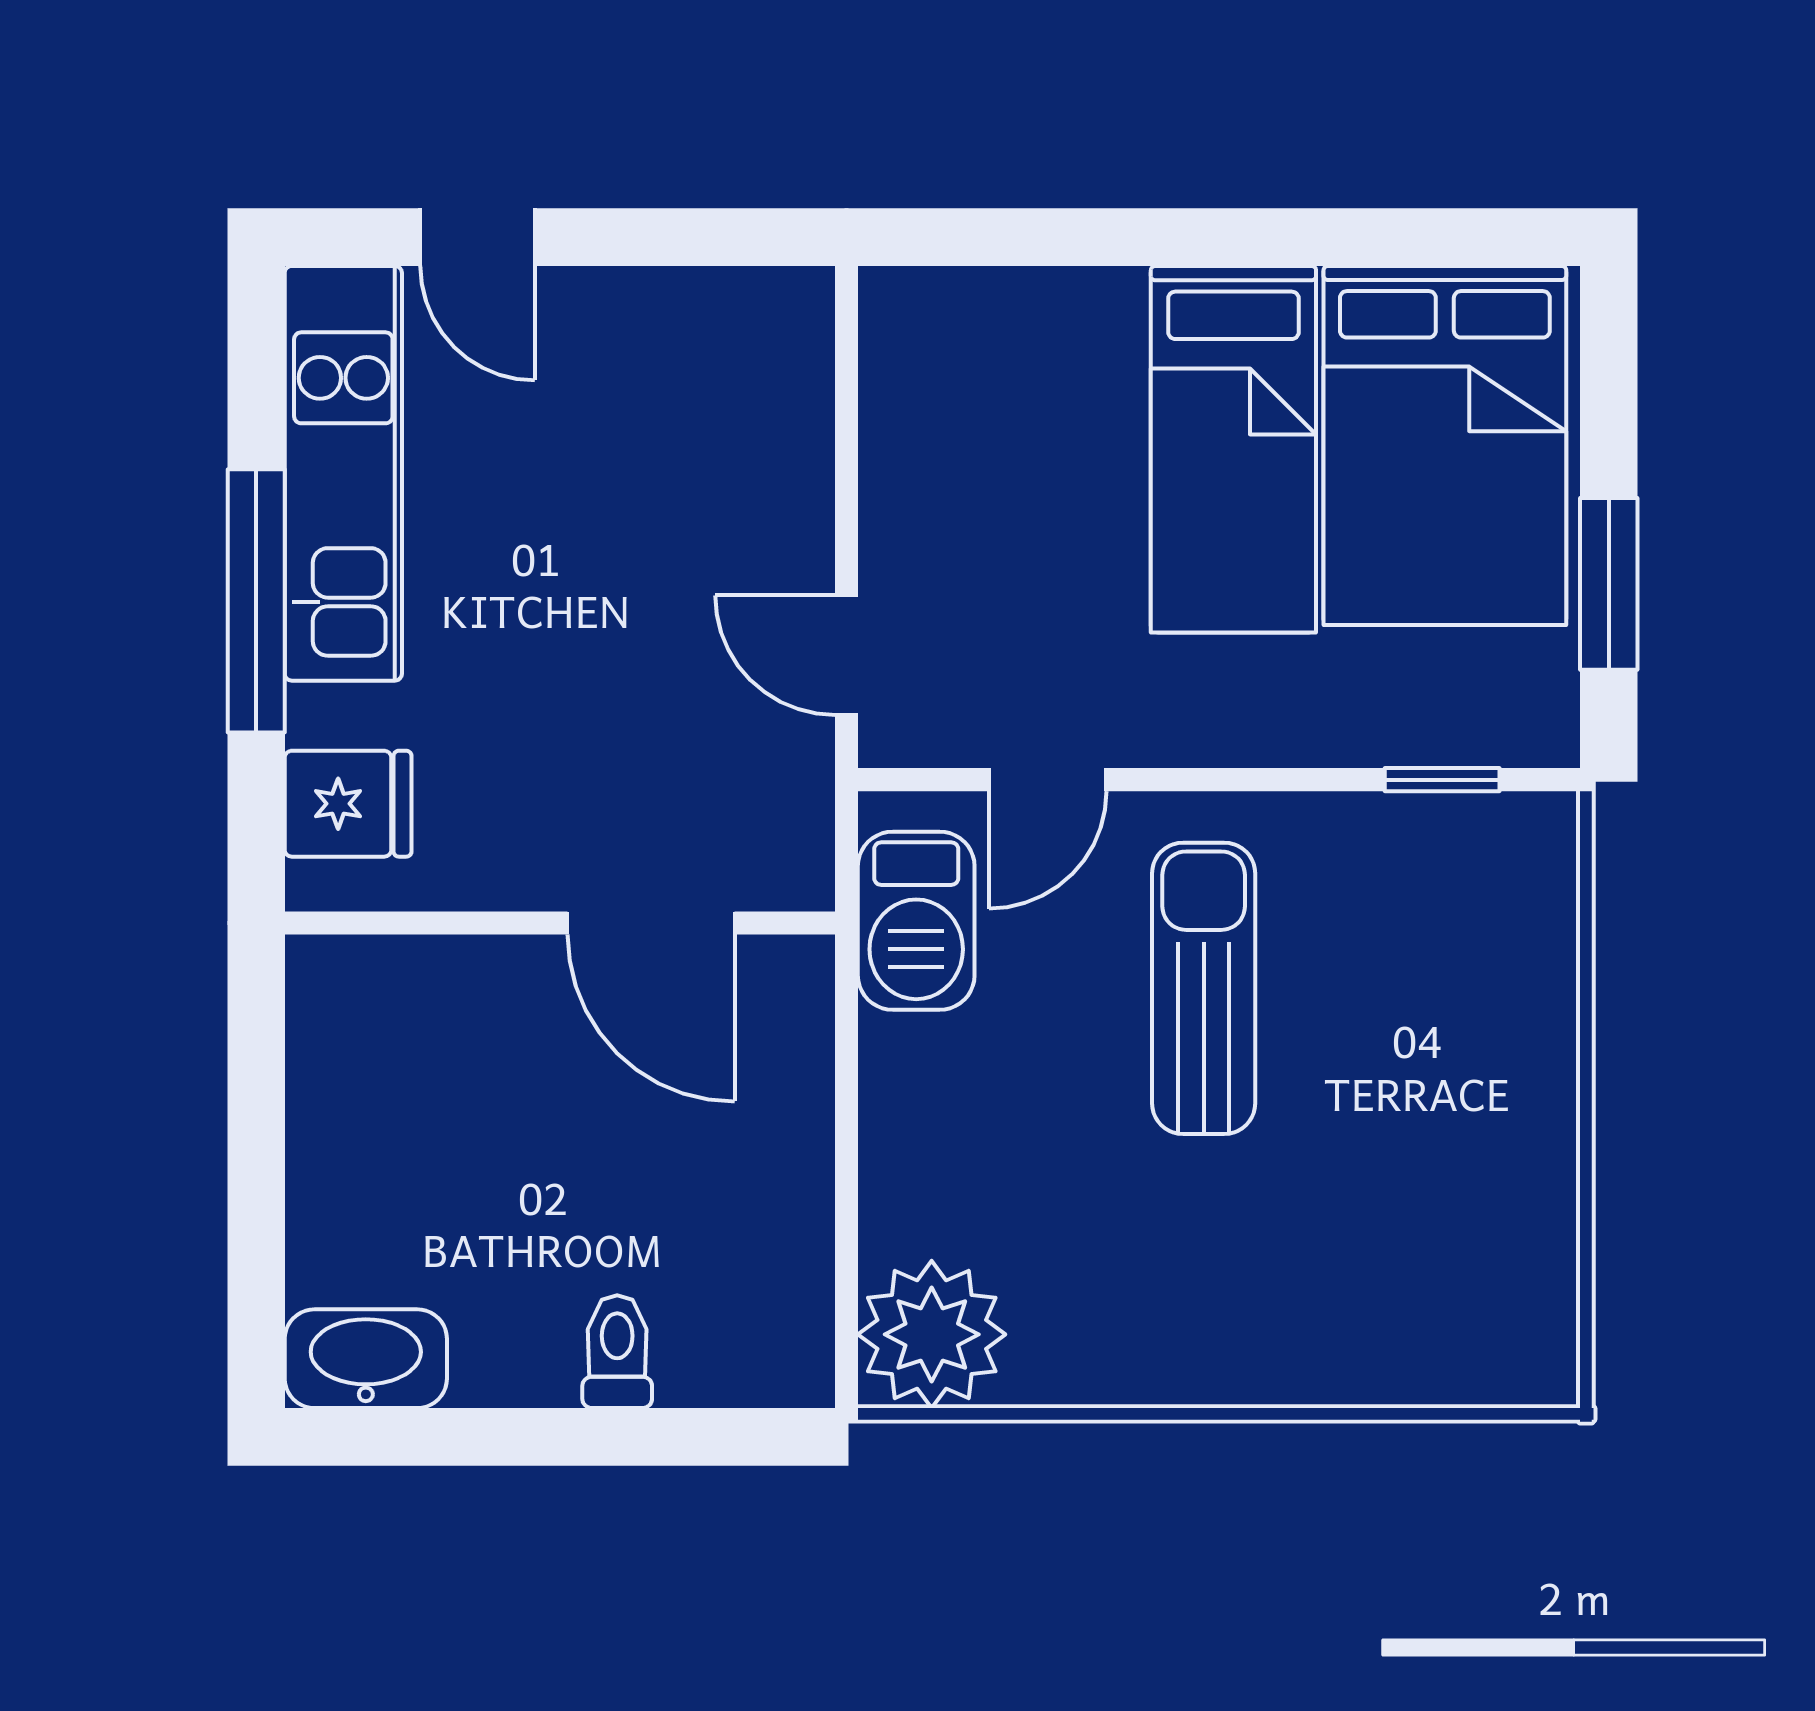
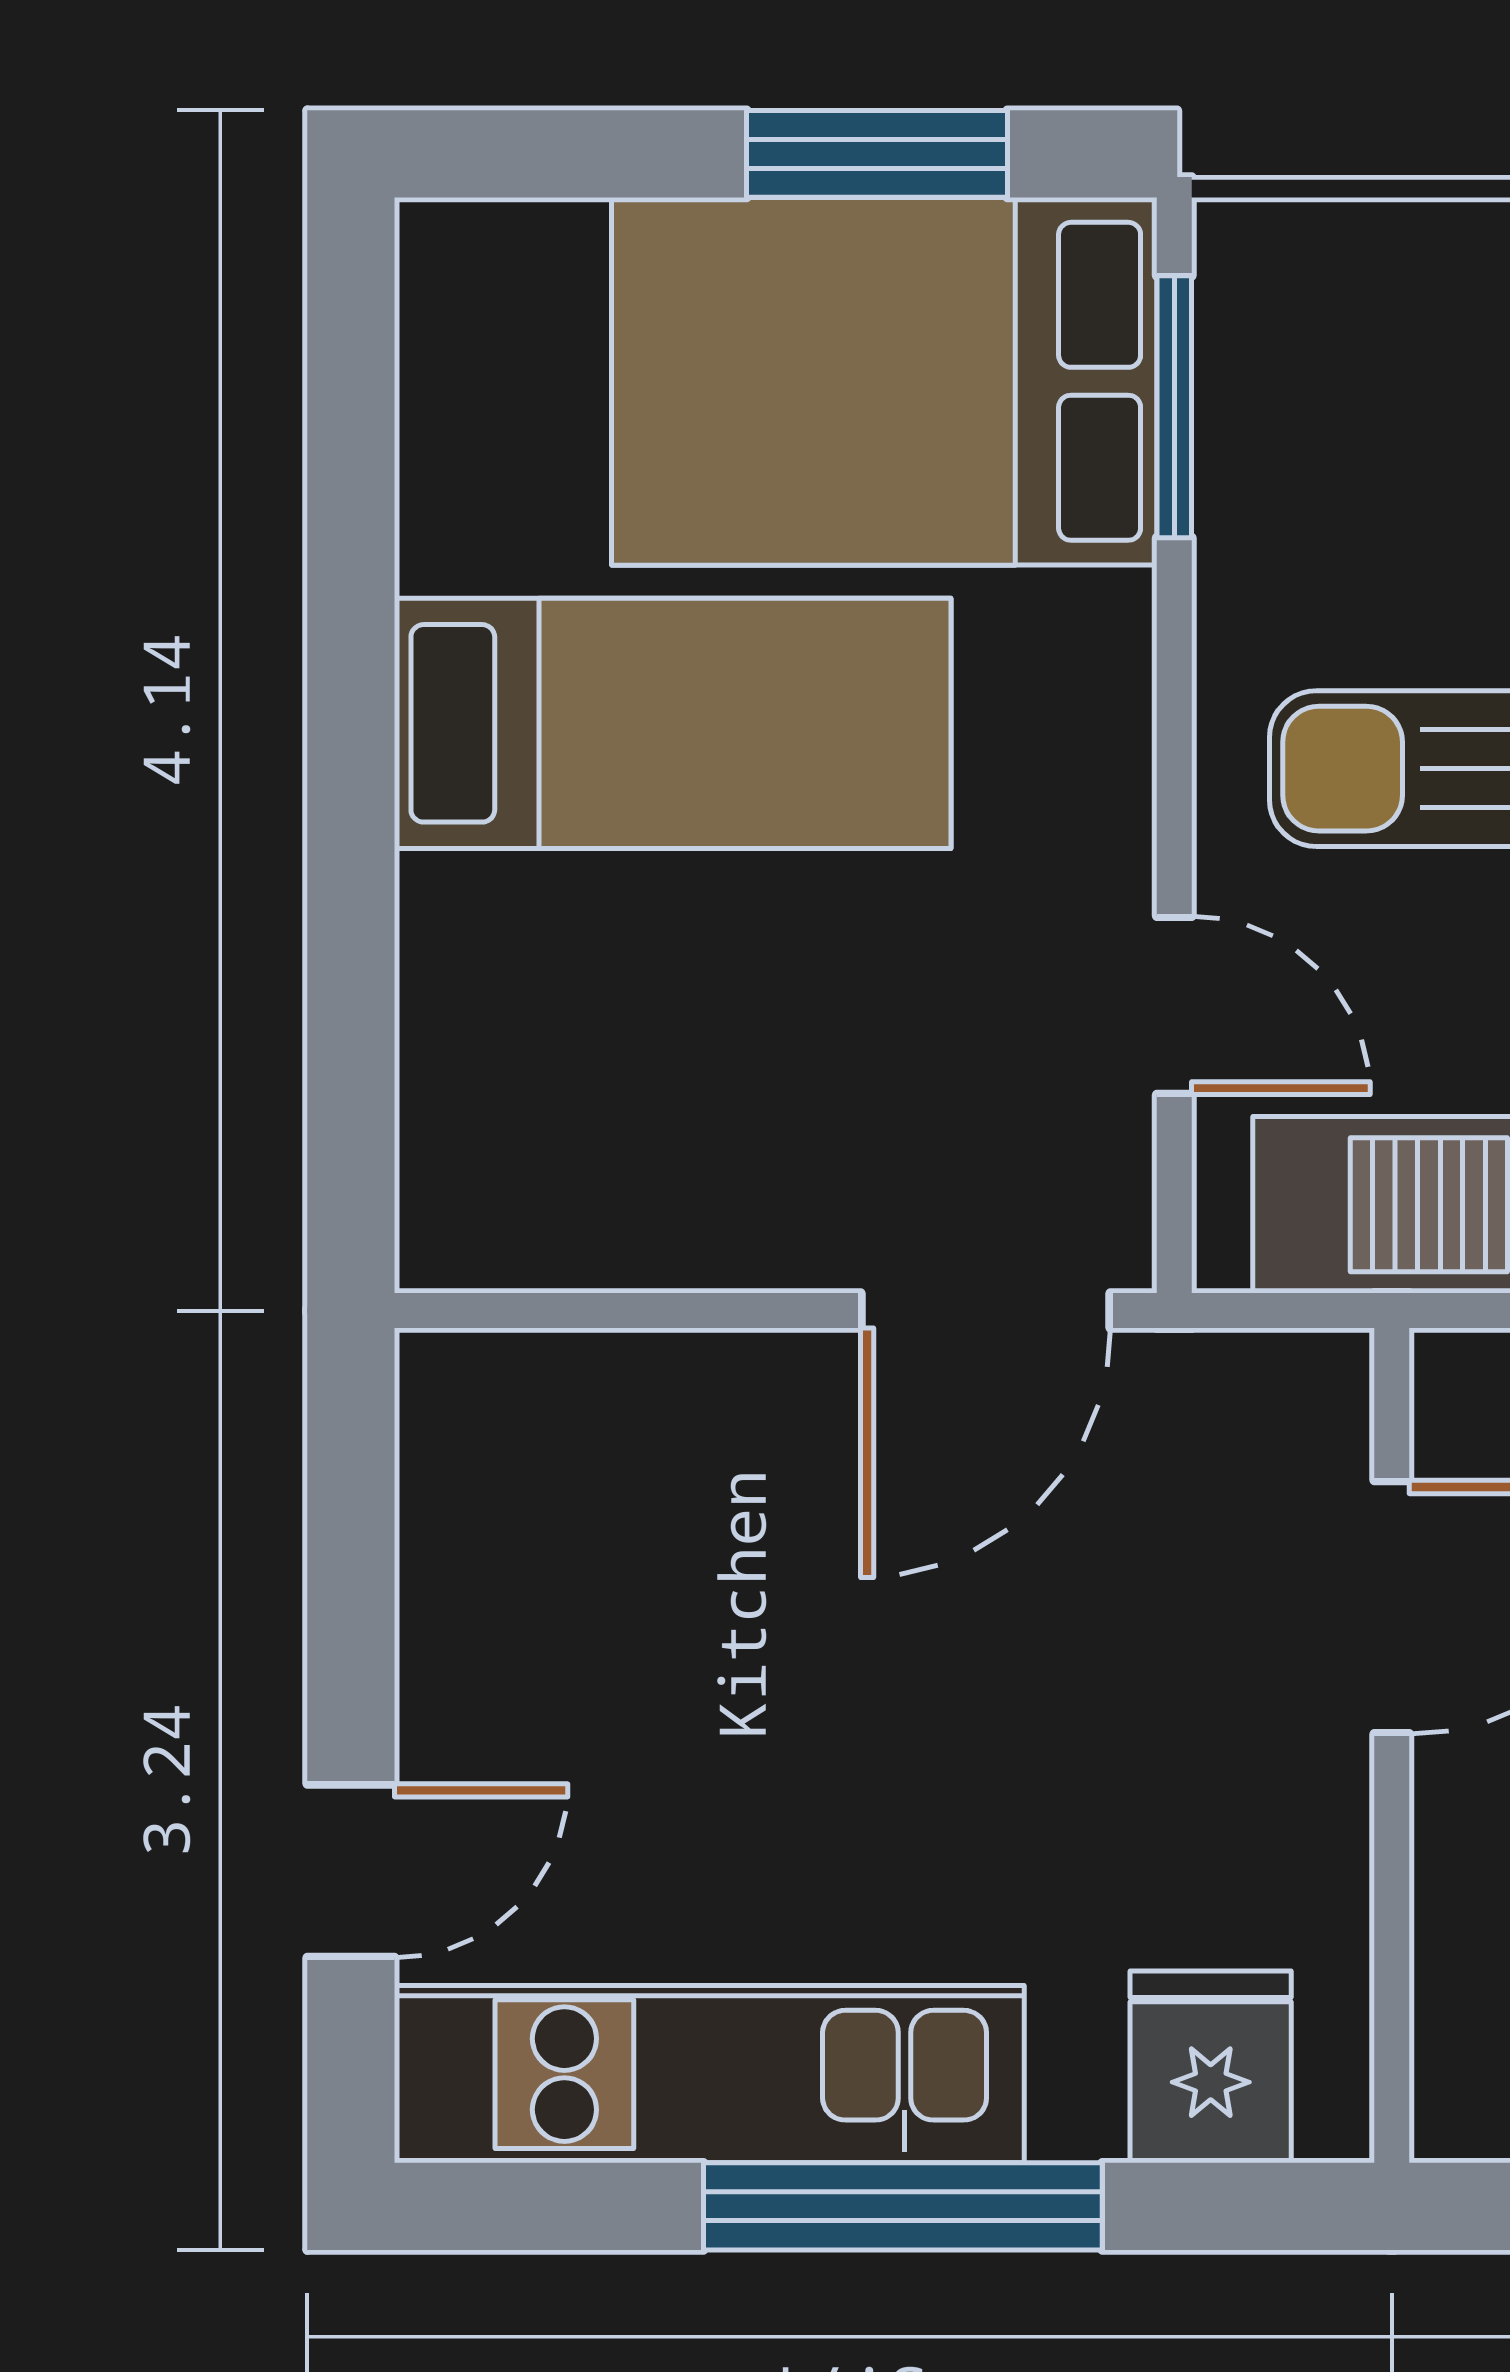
bed: (1445, 445) -> (884, 381), moved, turned 180
door: (847, 655) -> (985, 1311), width x1.38
window: (1442, 780) -> (1174, 407), width x1.50

